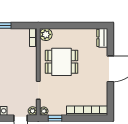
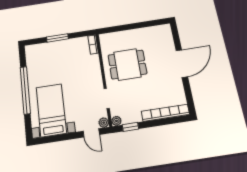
plant: (46, 34) -> (106, 39), removed
dresser: (102, 38) -> (166, 33), removed

